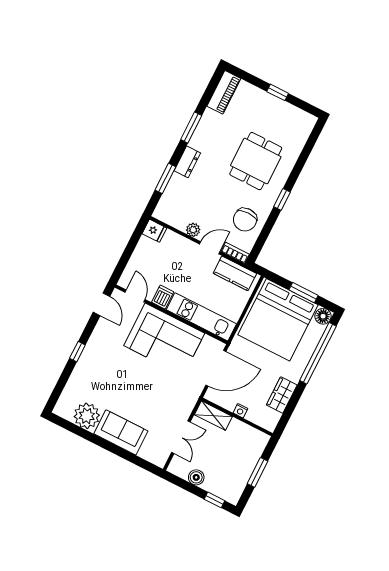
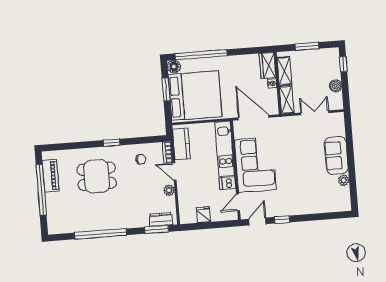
piano: (224, 92) -> (51, 176), moved, turned 90
window: (278, 92) -> (41, 190), width x3.17
window: (191, 128) -> (101, 234), width x2.11
dresser: (187, 162) -> (161, 219), moved
window: (165, 178) -> (157, 229), moved
chair: (245, 220) -> (141, 159), width x0.54, depth x0.54
fridge: (154, 231) -> (204, 215), moved
window: (77, 352) -> (282, 220), moved
wardrobe: (282, 395) -> (268, 65), moved, turned 90
plant: (87, 416) -> (344, 180), width x0.53, depth x0.53
shelving: (246, 432) -> (284, 71), added

